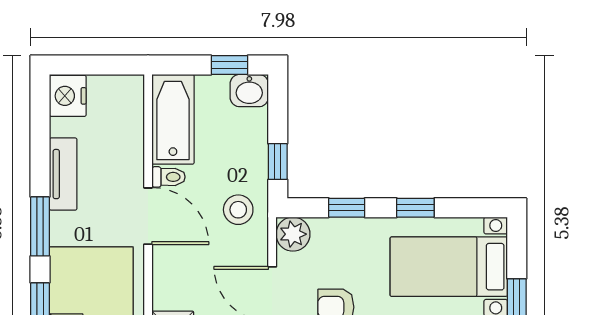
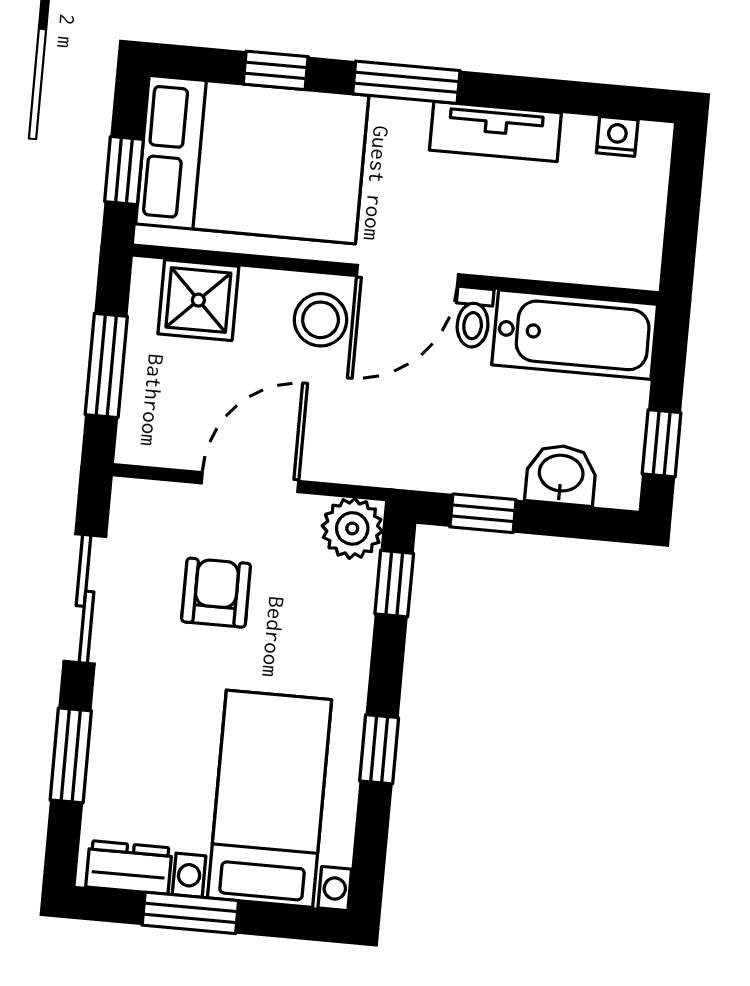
washbasin: (249, 91) -> (561, 475), moved, turned 90
nightstand: (68, 96) -> (617, 136), width x0.53, depth x0.56
window: (347, 208) -> (394, 584), moved
stool: (238, 210) -> (321, 320), moved

